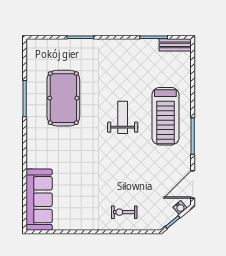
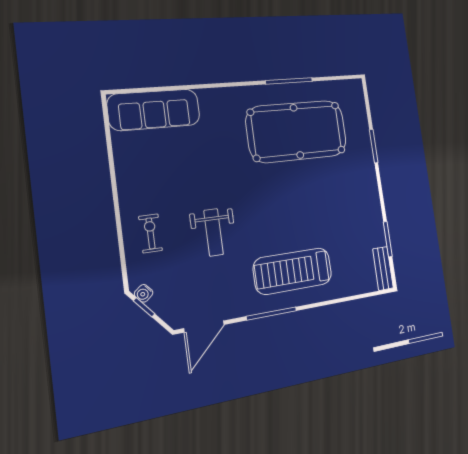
pool table: (63, 98) -> (297, 131), width x1.36, depth x1.32
weight bench: (123, 117) -> (214, 232), moved, turned 90
door: (193, 184) -> (204, 327), swing flipped
water cooler: (180, 207) -> (144, 293), moved

